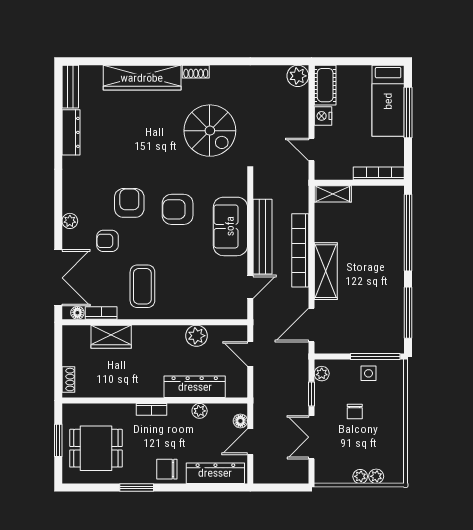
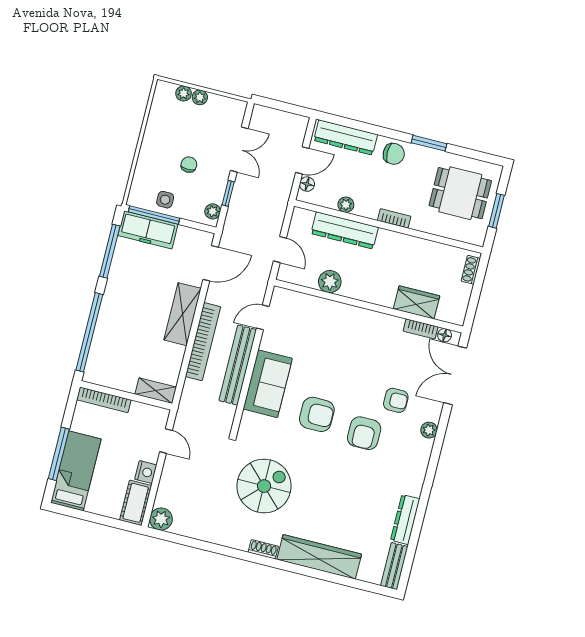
spiral stairs: (210, 131) -> (264, 486), turned 90
coffee table: (142, 286) -> (372, 345), removed
freezer: (377, 341) -> (148, 230), added

